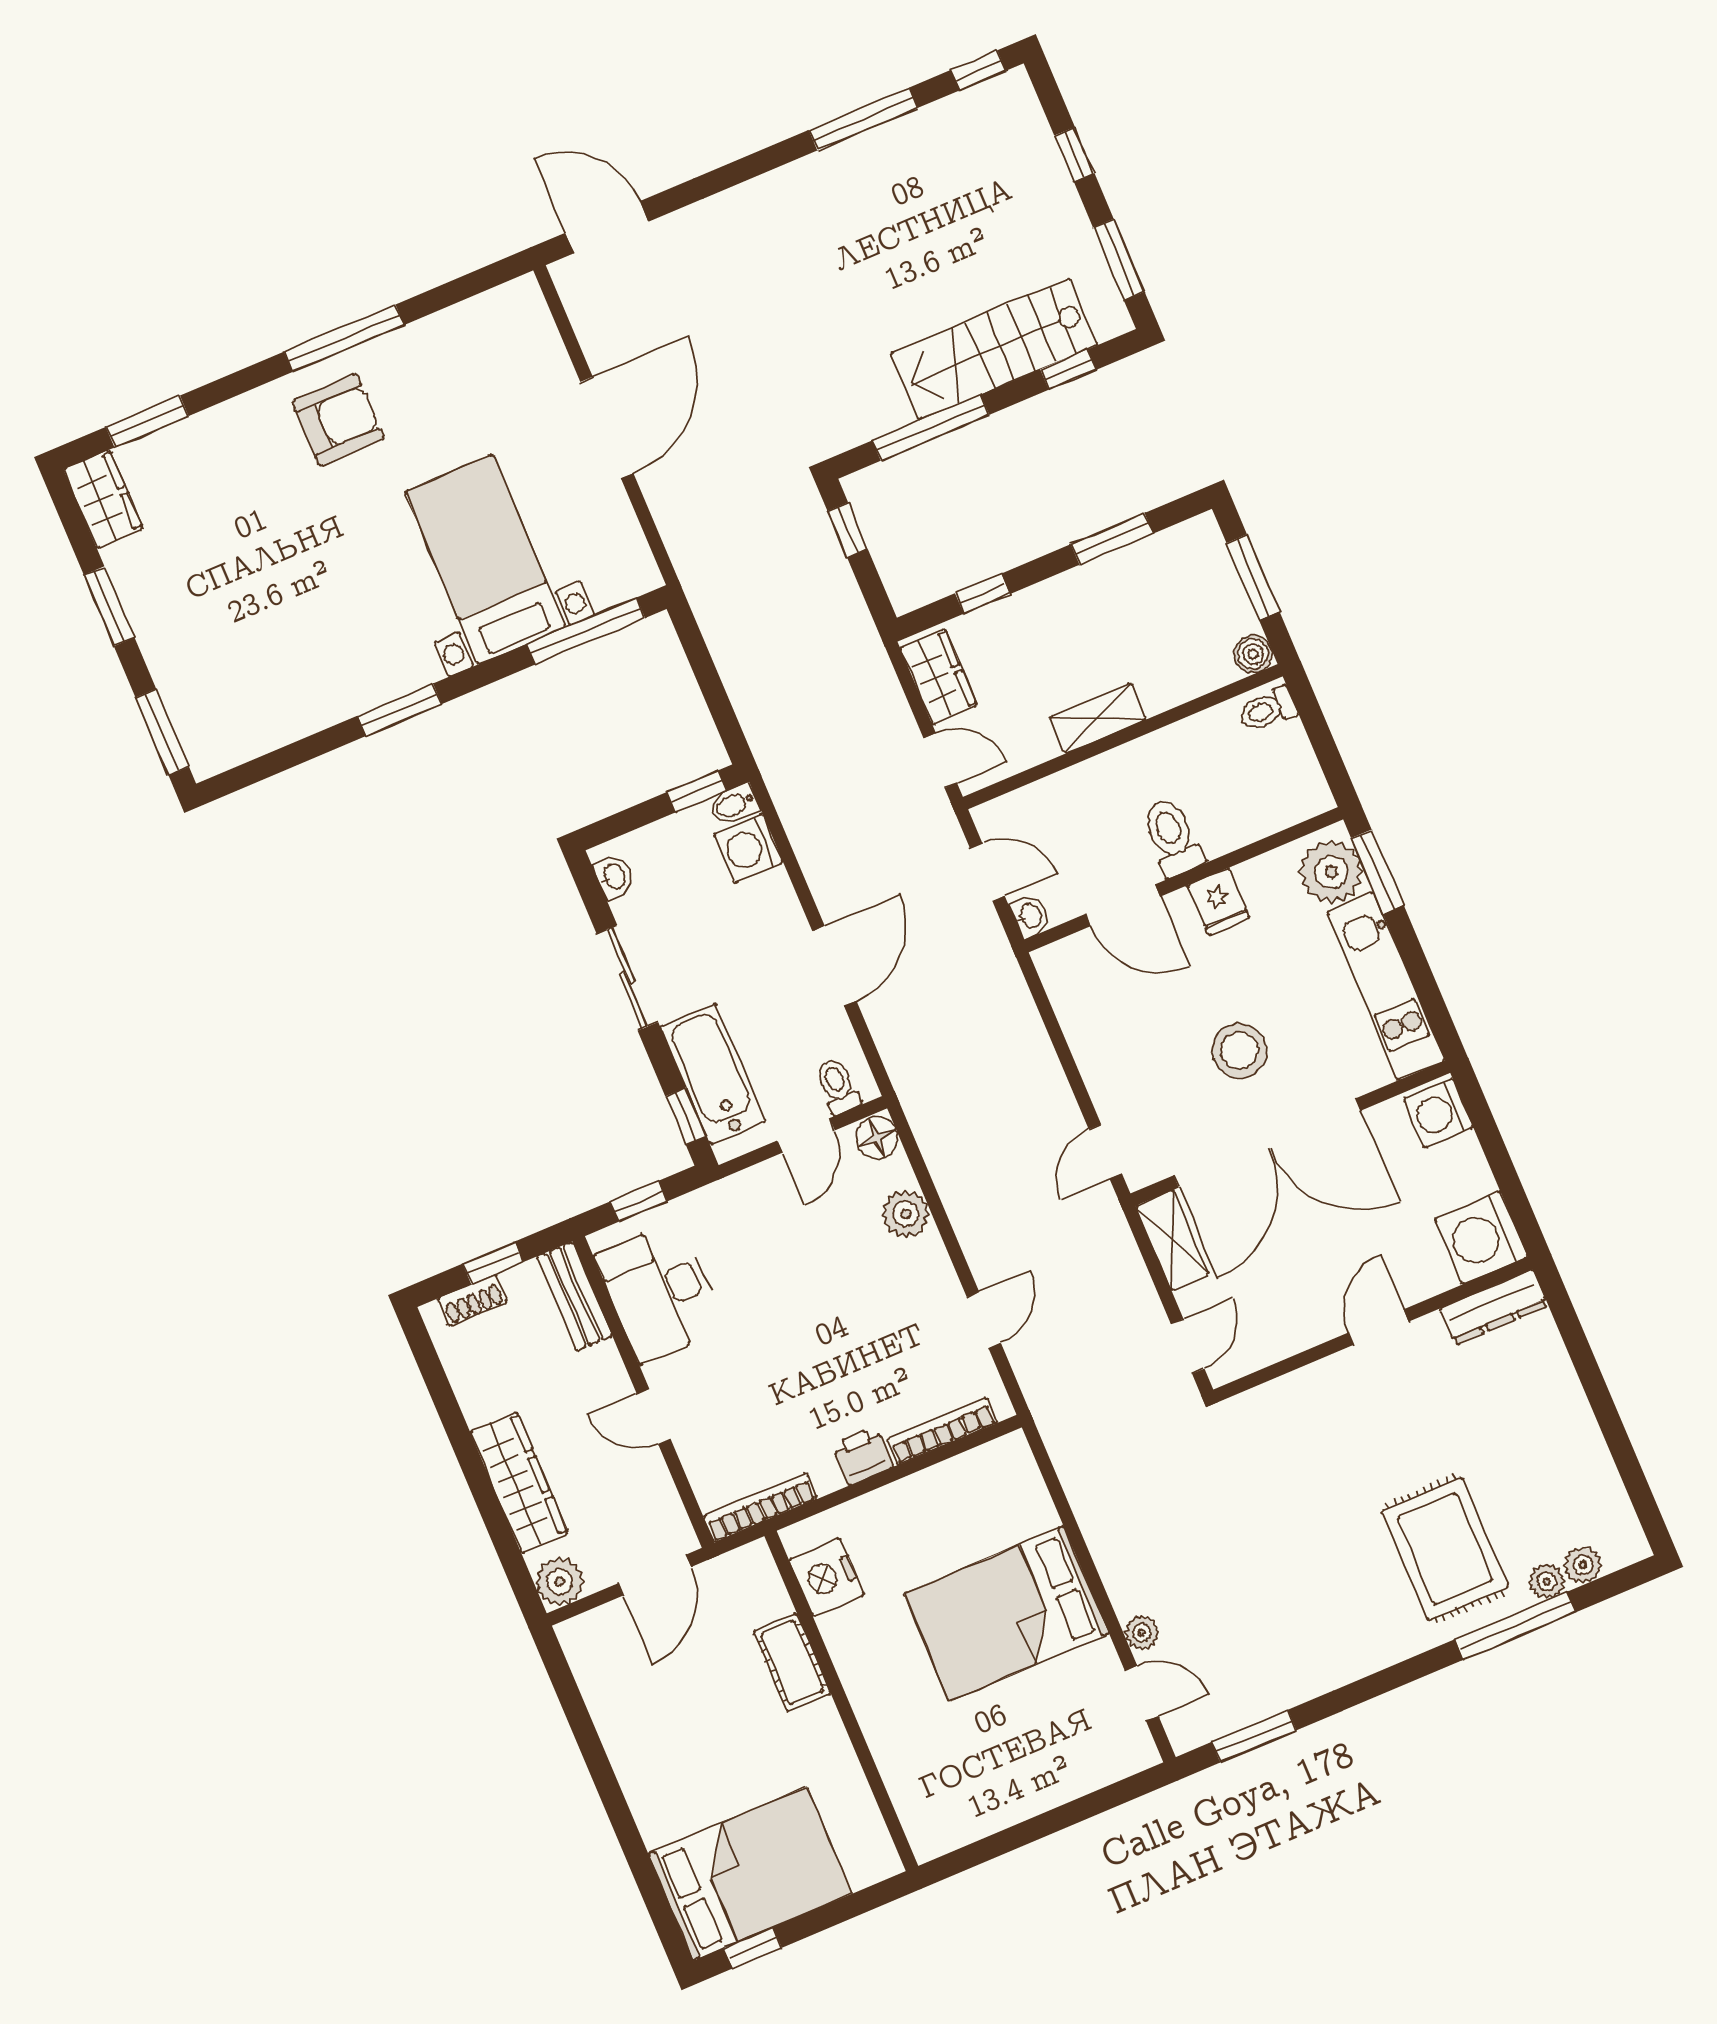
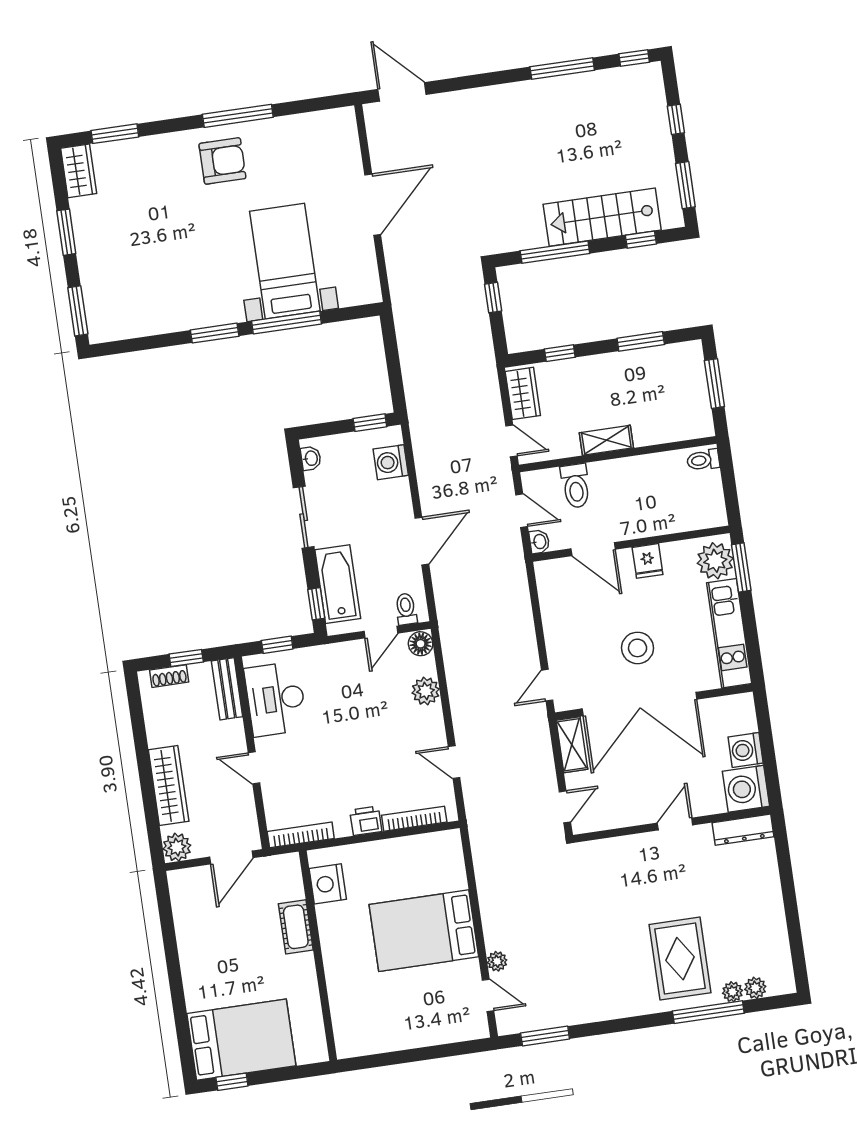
window: (586, 631) -> (286, 323), moved
boiler: (1253, 654) -> (703, 427), removed
bidet: (734, 805) -> (389, 435), removed
toilet: (1172, 837) -> (576, 486), moved, turned 180
washing machine: (1438, 1113) -> (746, 750), moved
door: (984, 1320) -> (454, 762), swing flipped

